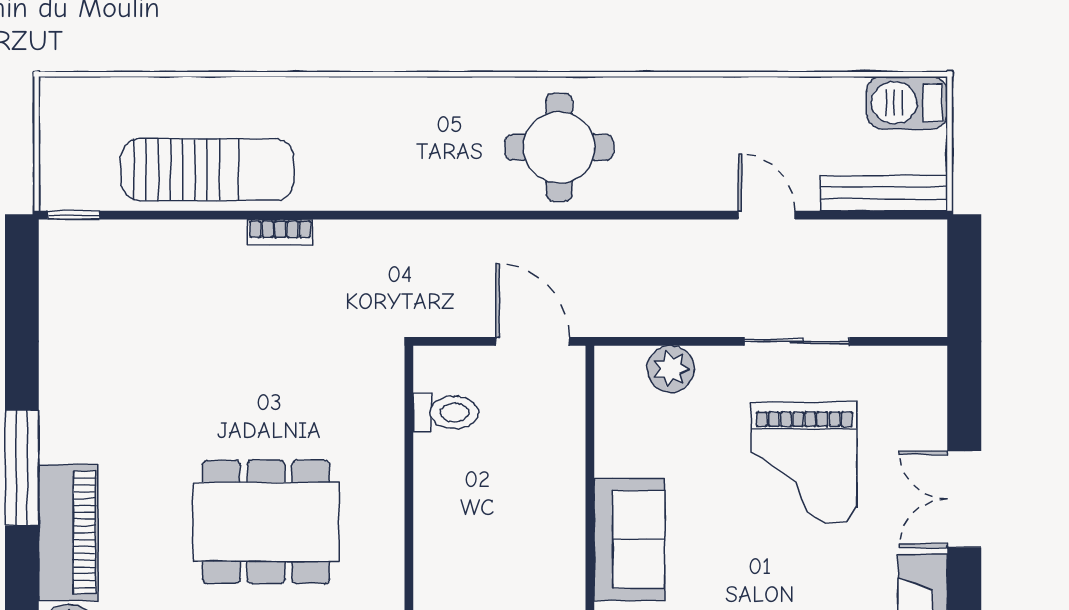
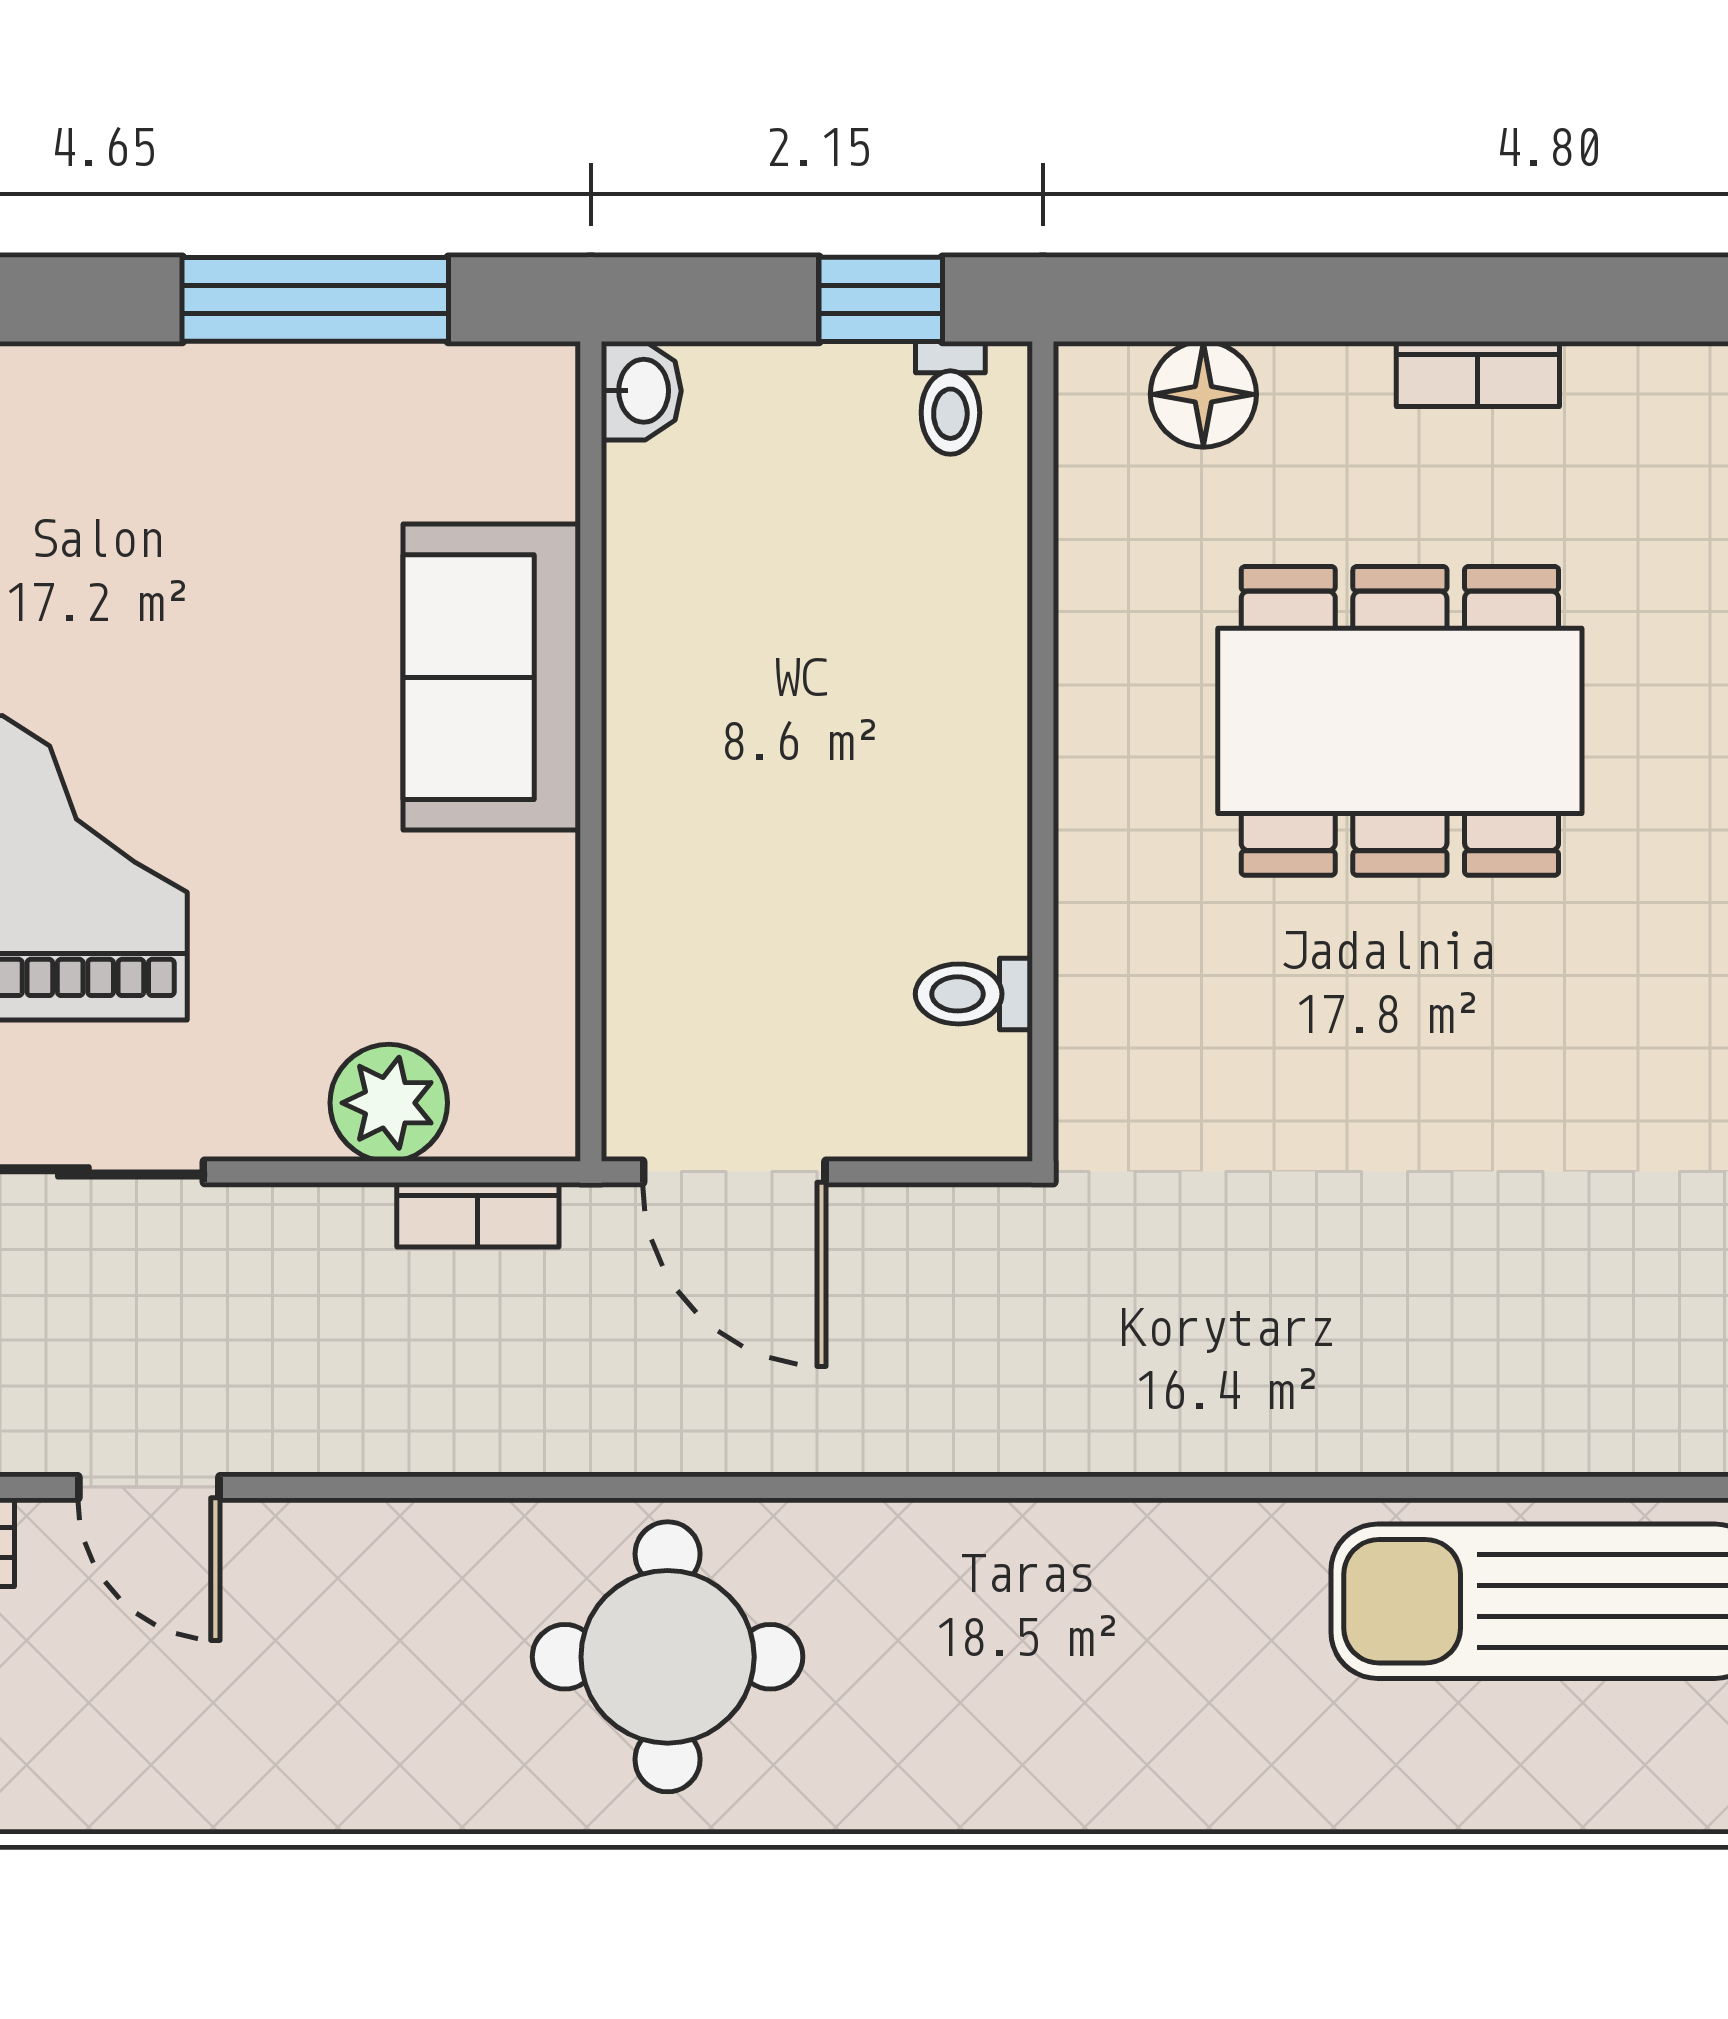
bookcase: (280, 232) -> (478, 1215), moved, turned 180
toilet: (446, 413) -> (974, 994), width x0.73, depth x0.72

